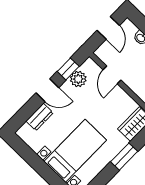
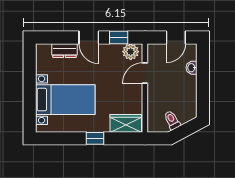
plant: (78, 79) -> (131, 52), moved
window: (124, 157) -> (95, 138), width x0.67

